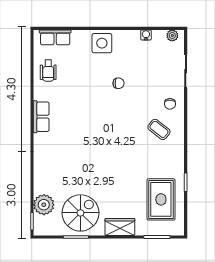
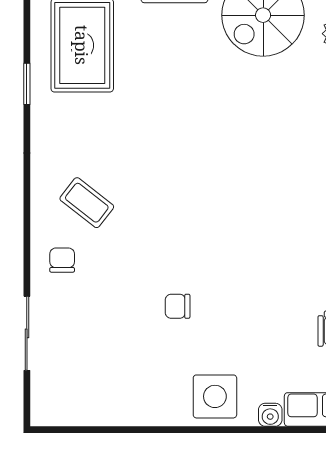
water cooler: (146, 35) -> (270, 415), moved
plant: (172, 36) -> (57, 414), removed

